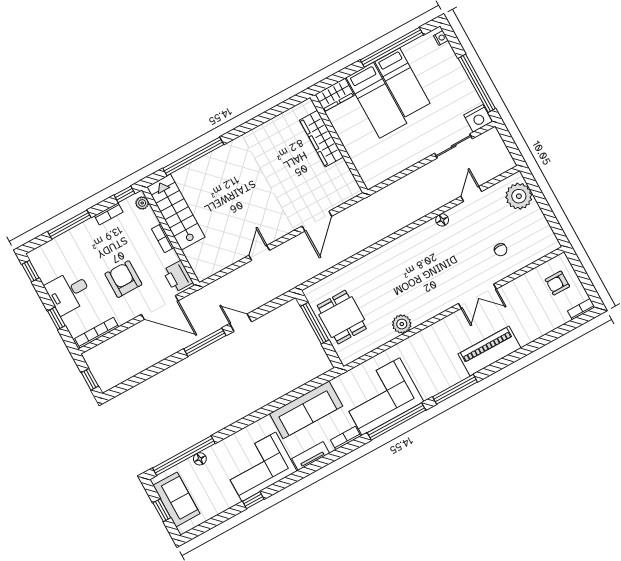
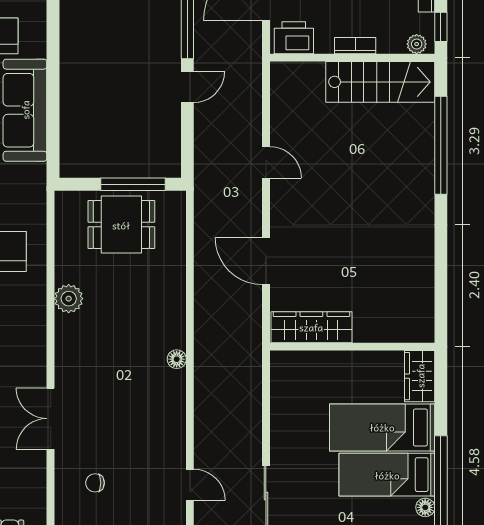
floor lamp: (409, 50) -> (425, 507), added
wardrobe: (321, 139) -> (311, 327), moved
floor lamp: (442, 220) -> (177, 359), moved

